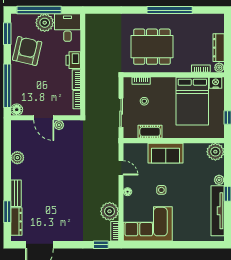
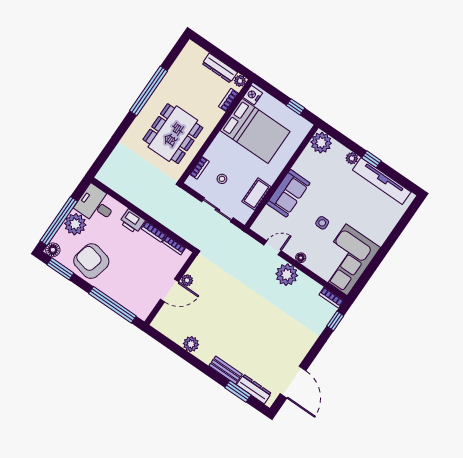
floor lamp: (17, 110) -> (53, 250), moved
plant: (110, 211) -> (287, 275), moved

